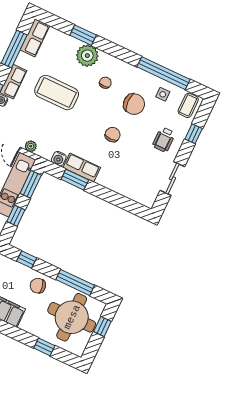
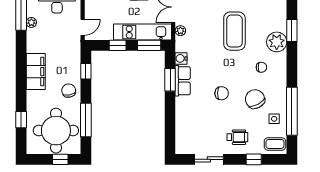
chair: (134, 104) -> (255, 99), turned 152
wheelchair: (164, 140) -> (237, 137), turned 180

